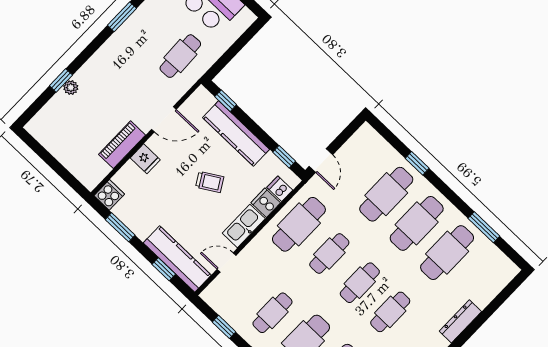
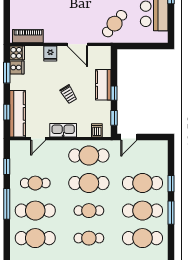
cafe table: (180, 56) -> (115, 24), turned -48
window: (226, 101) -> (114, 93), moved
kitchen counter: (236, 133) -> (103, 85), width x0.67
piano: (122, 145) -> (28, 36), moved
cooker: (266, 203) -> (17, 67), moved, turned 90
window: (484, 227) -> (171, 213), moved
cafe table: (329, 254) -> (89, 183), width x1.37, depth x1.35
door: (227, 262) -> (38, 139), swing flipped

